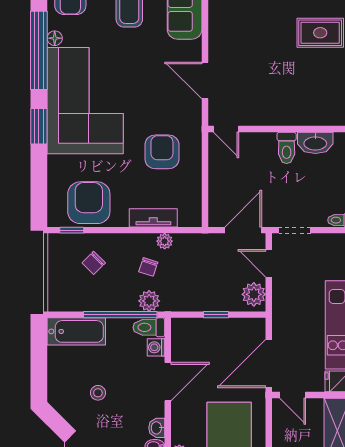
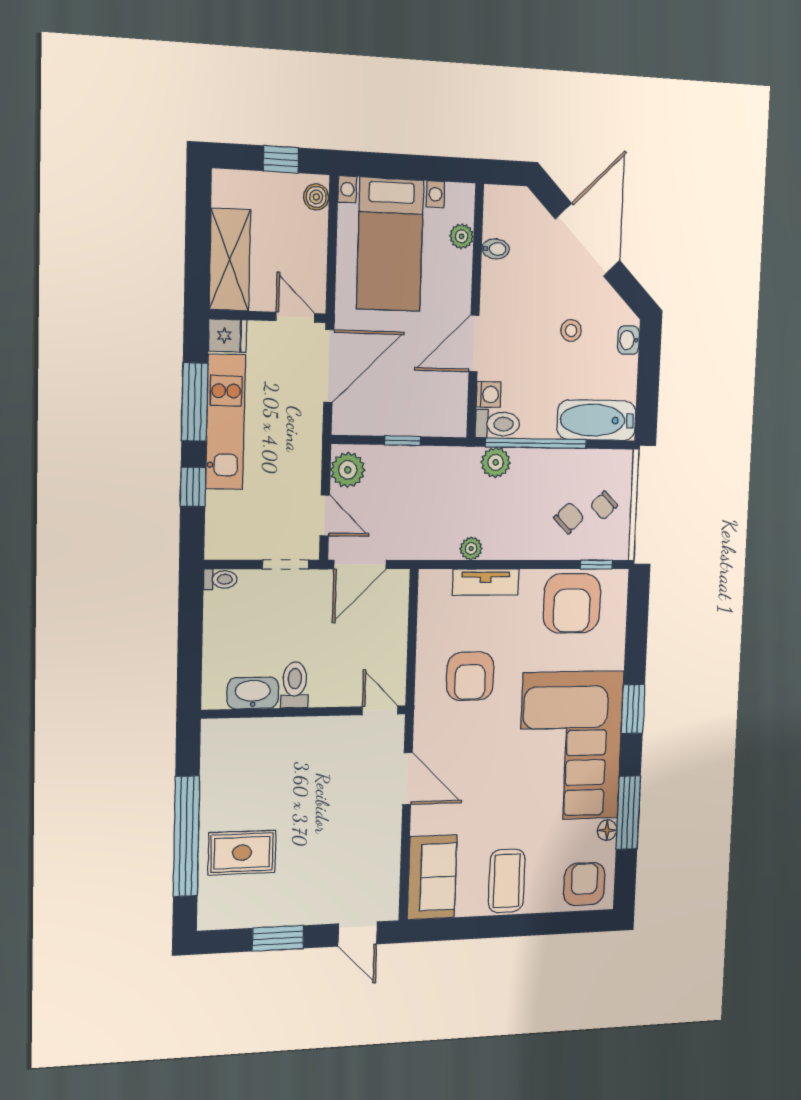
window: (39, 50) -> (628, 813), width x0.68
chair: (148, 267) -> (604, 505), moved, turned -153
washbasin: (157, 428) -> (628, 340), moved, turned 180

